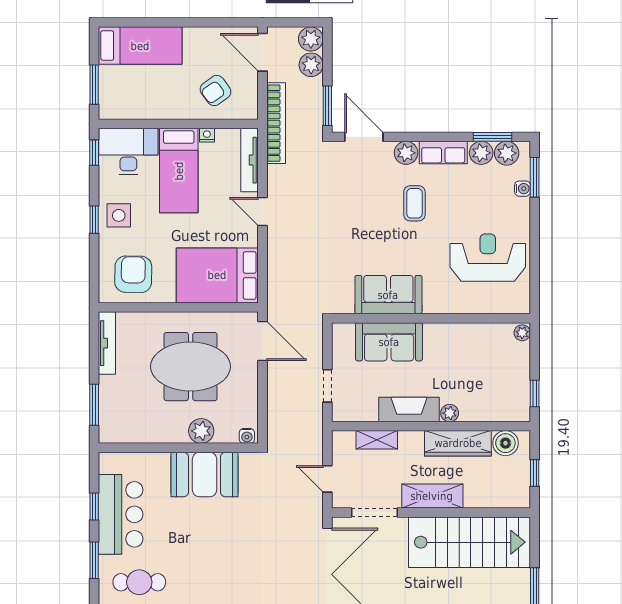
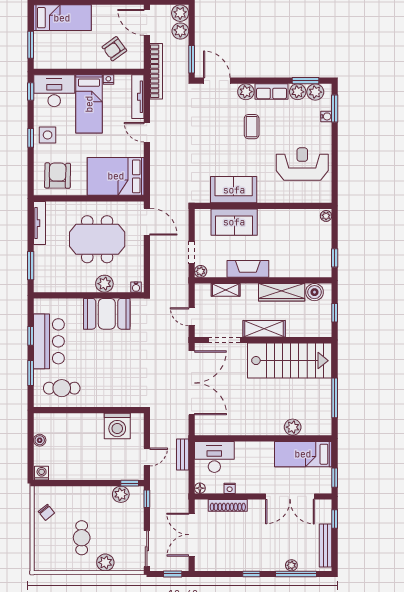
plant: (450, 413) -> (201, 271), moved

